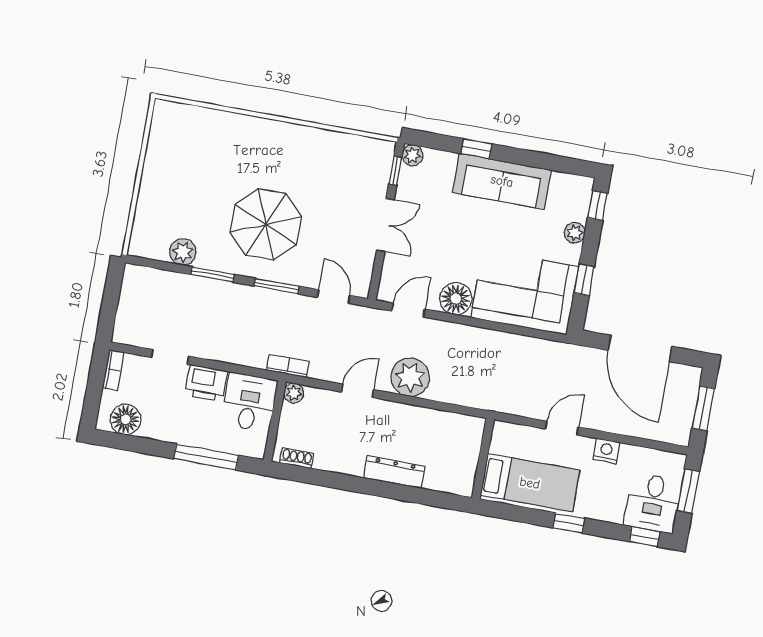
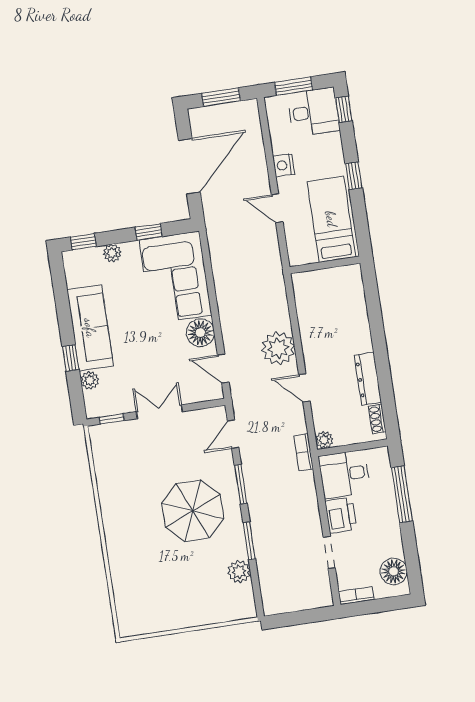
plant: (412, 155) -> (90, 380), moved
dresser: (394, 472) -> (368, 379), moved

